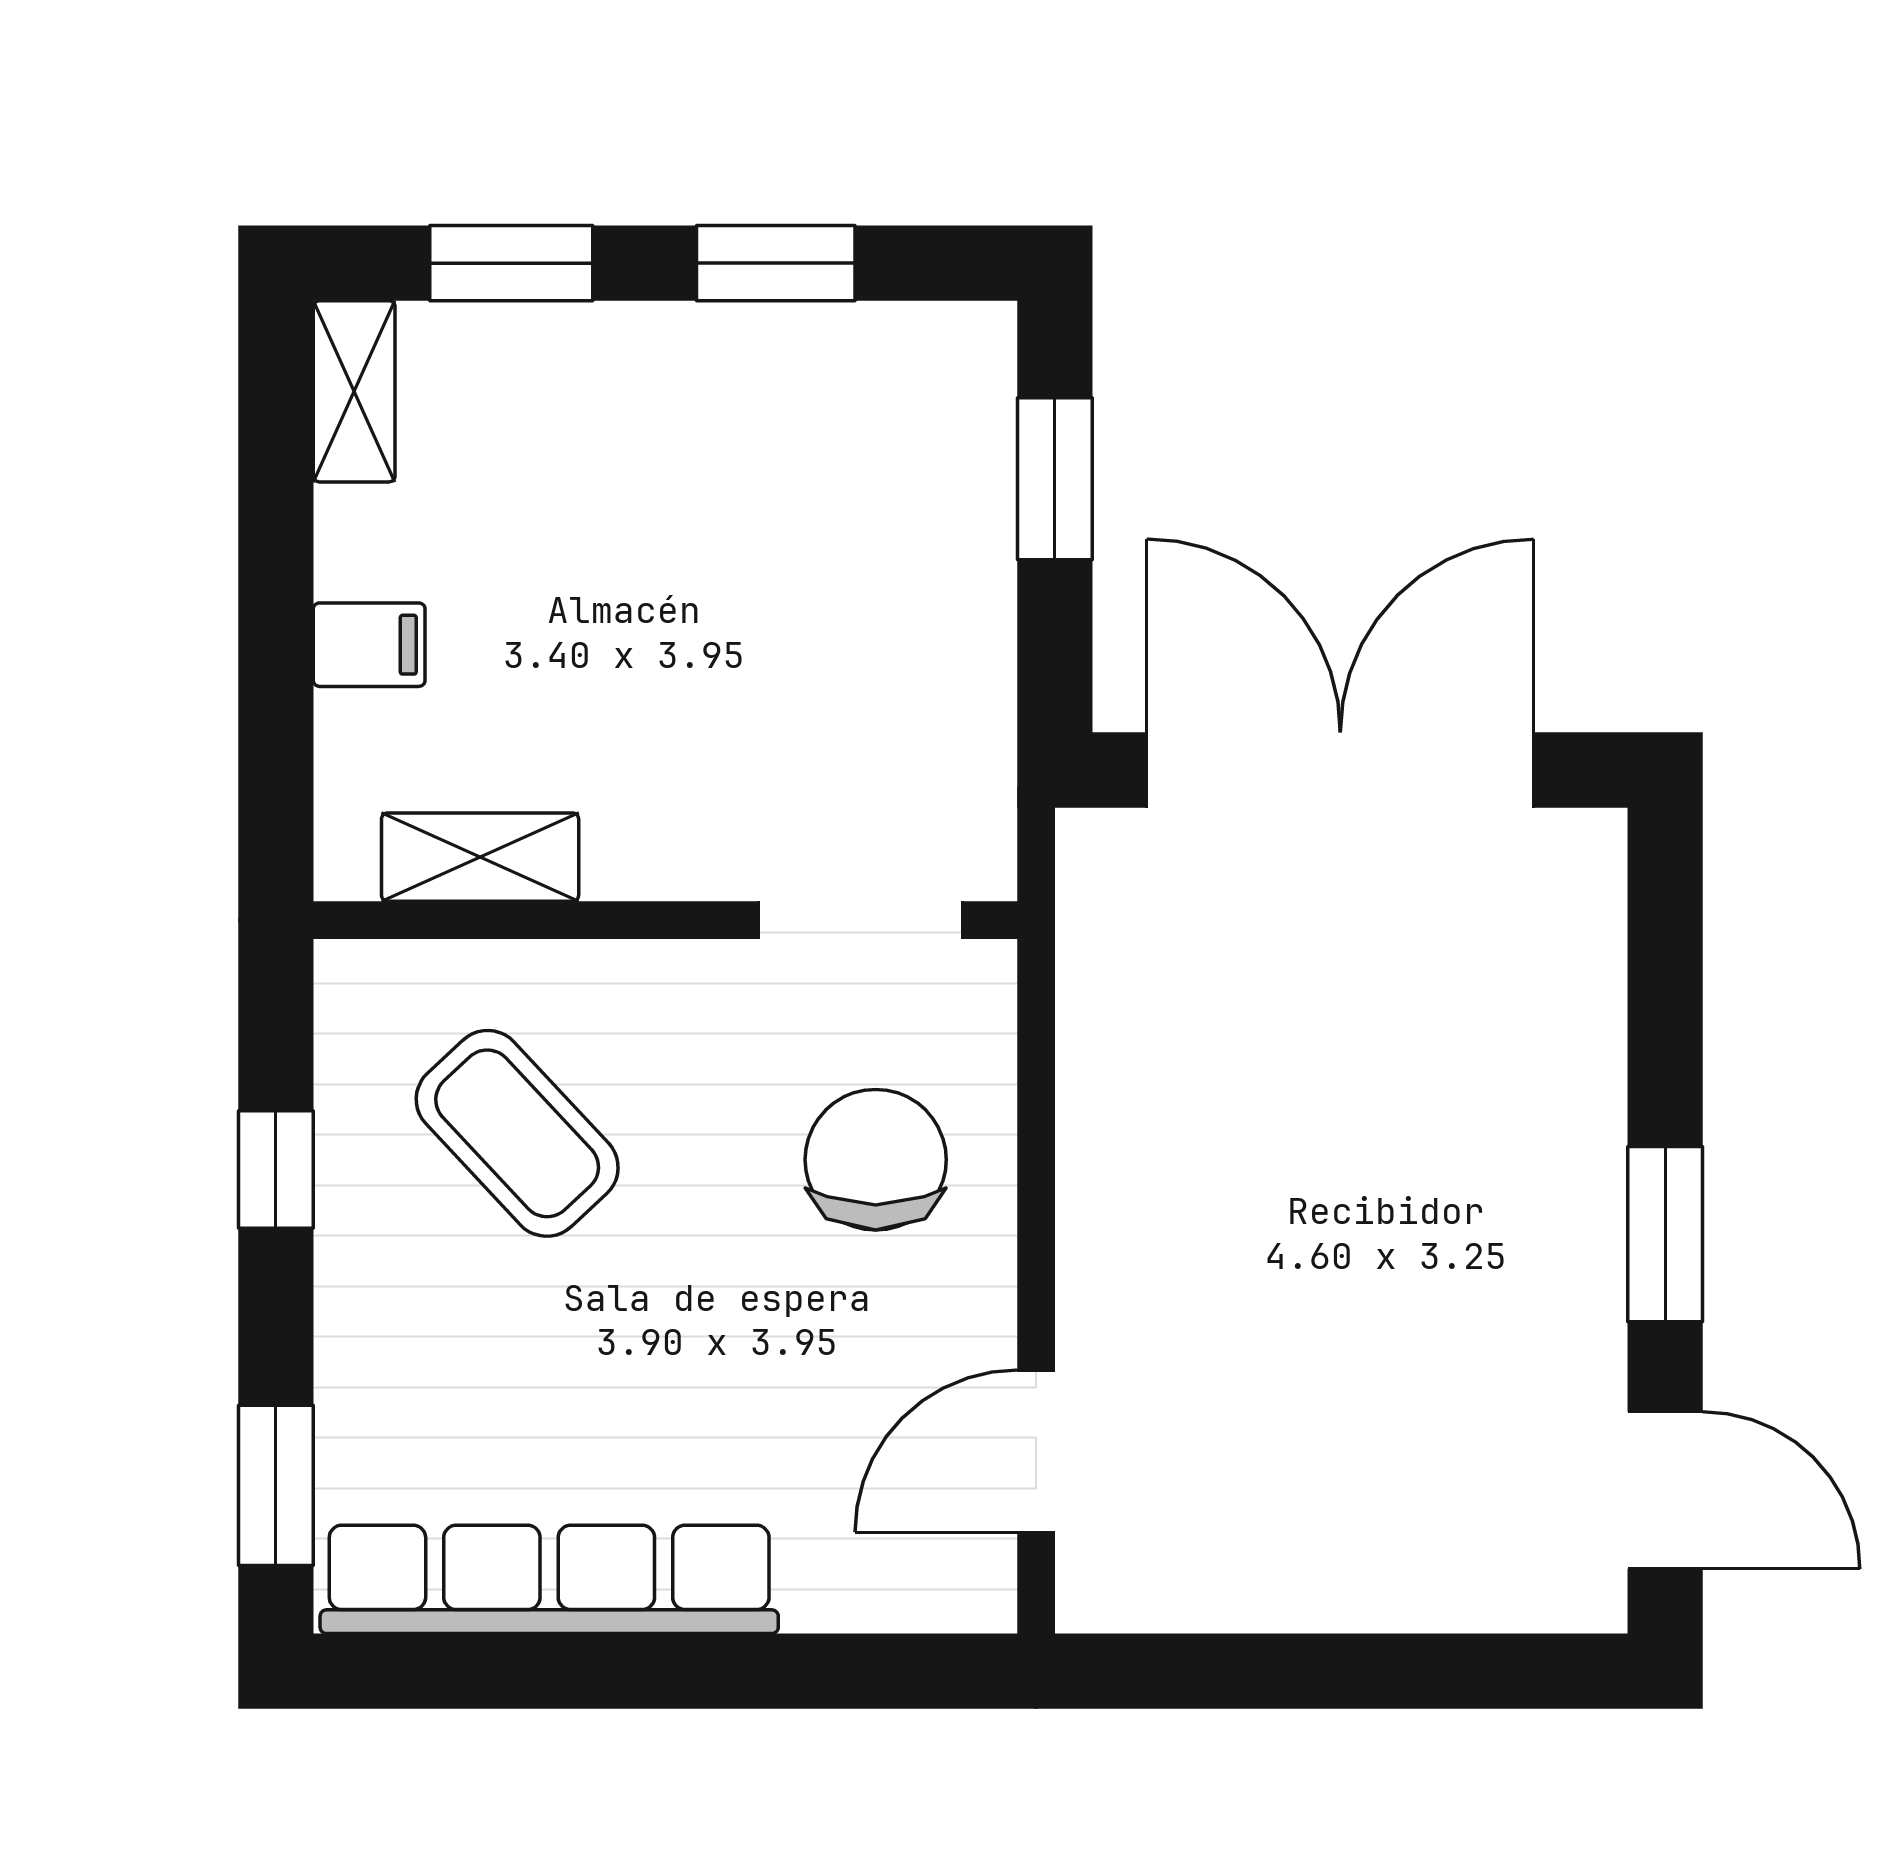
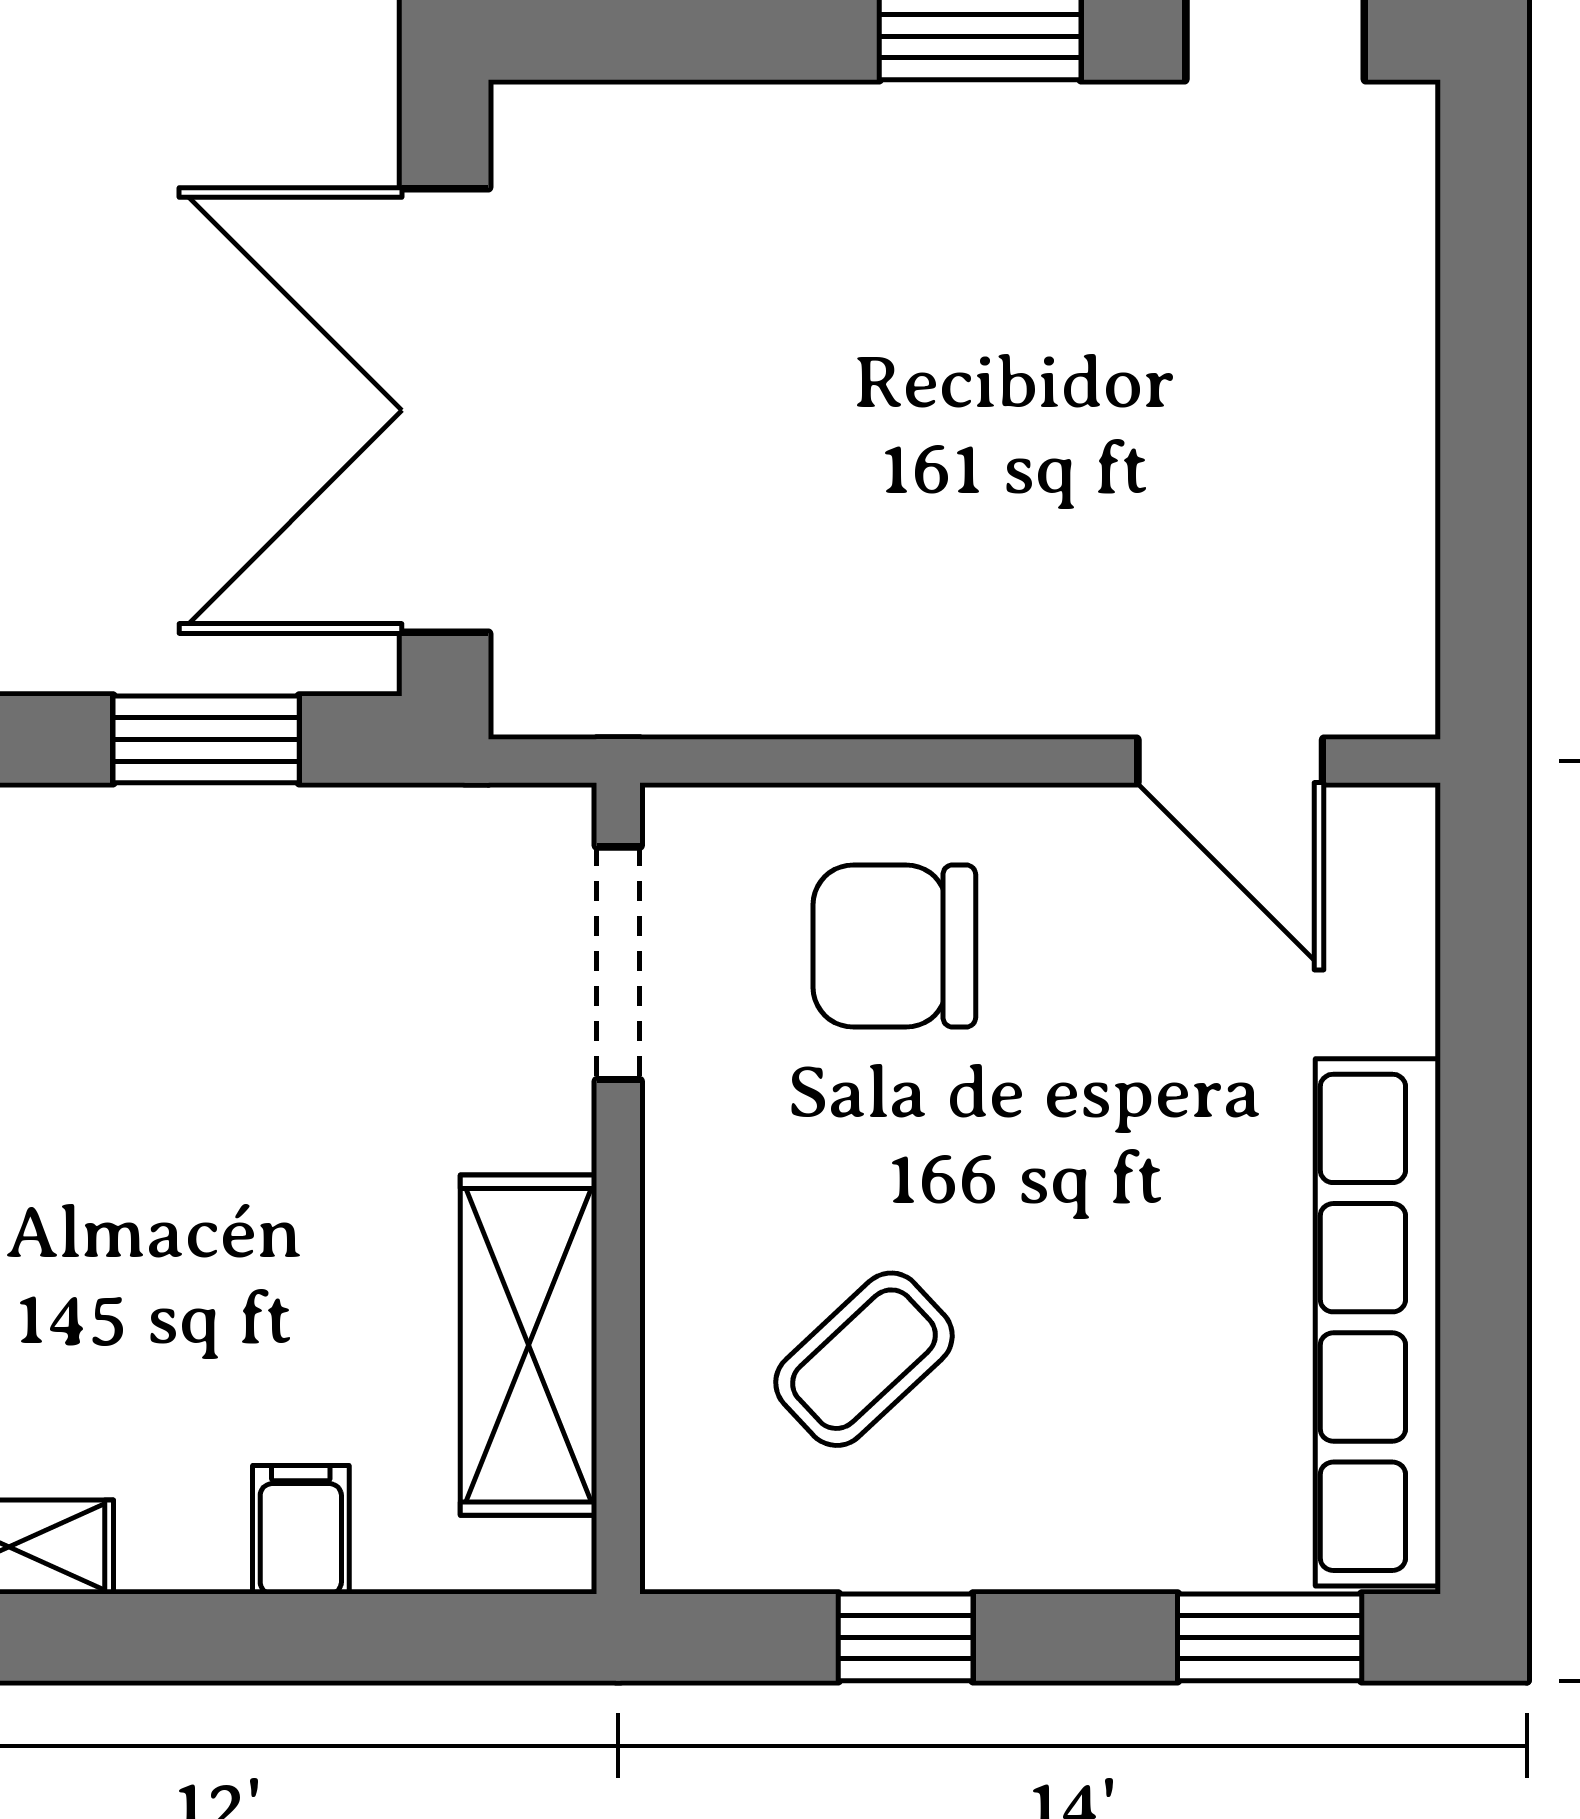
window: (1055, 479) -> (206, 739), moved
shelving: (480, 857) -> (529, 1345), width x1.50, depth x1.33
coffee table: (517, 1133) -> (864, 1359), width x0.73, depth x0.77

